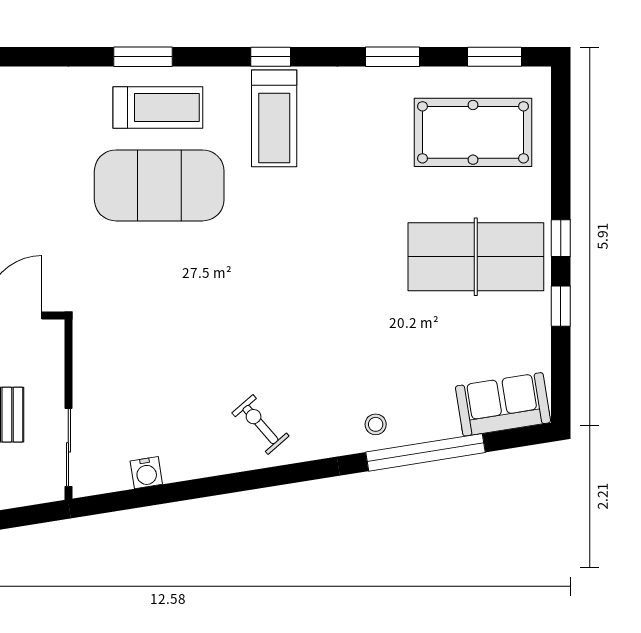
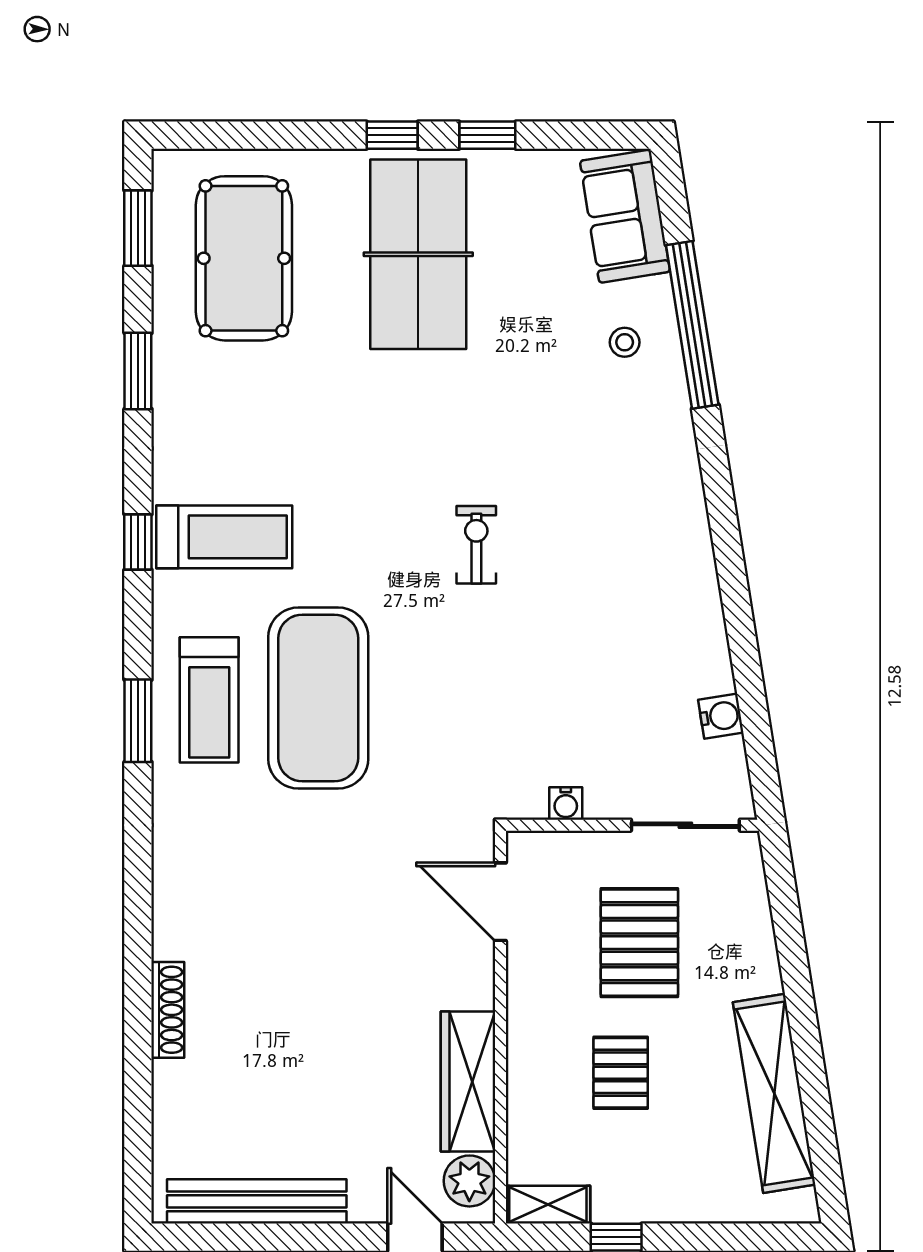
treadmill: (158, 108) -> (209, 700), turned 180
water cooler: (84, 362) -> (566, 804), added
stool: (376, 424) -> (625, 342), moved
exercise bike: (260, 425) -> (476, 545), moved, turned 131

